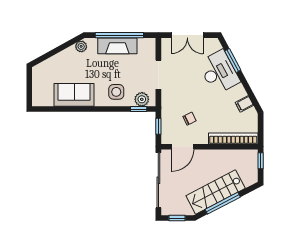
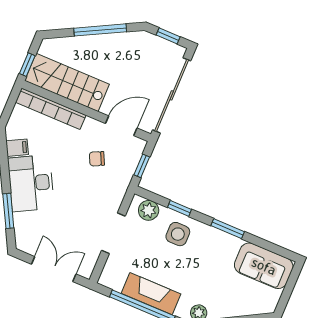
desk: (219, 72) -> (31, 183), moved
sofa: (74, 95) -> (264, 266), moved
window: (85, 109) -> (228, 229), added
window: (139, 109) -> (179, 208), moved
stairs: (216, 192) -> (67, 82), moved, turned -152

